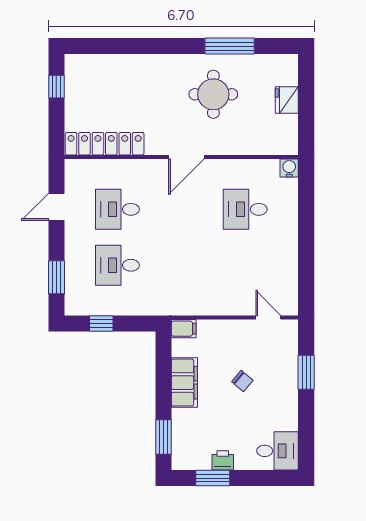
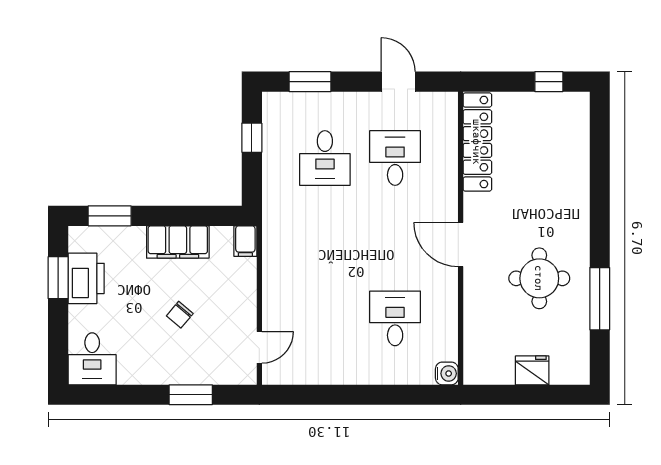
desk: (117, 265) -> (325, 158), turned 180
printer: (223, 460) -> (86, 278), width x1.87, depth x1.48

